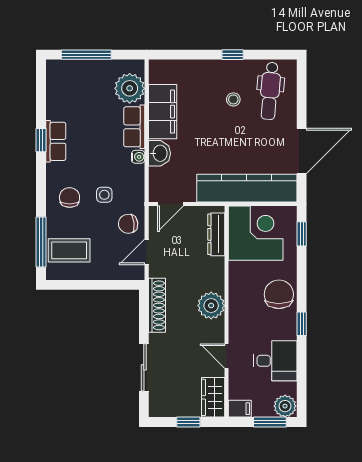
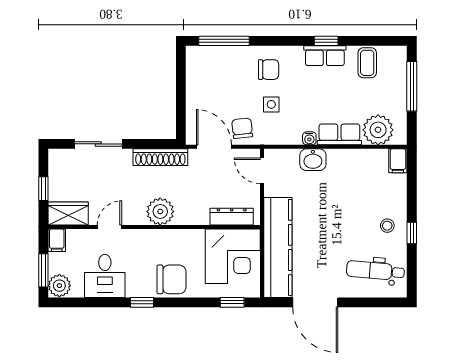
stool: (233, 99) -> (387, 226), moved
filing cabinet: (163, 112) -> (398, 161), moved, width x0.33, depth x0.86
coffee table: (69, 250) -> (367, 63), moved, width x0.73, depth x0.77
door: (147, 252) -> (214, 147), width x1.38

